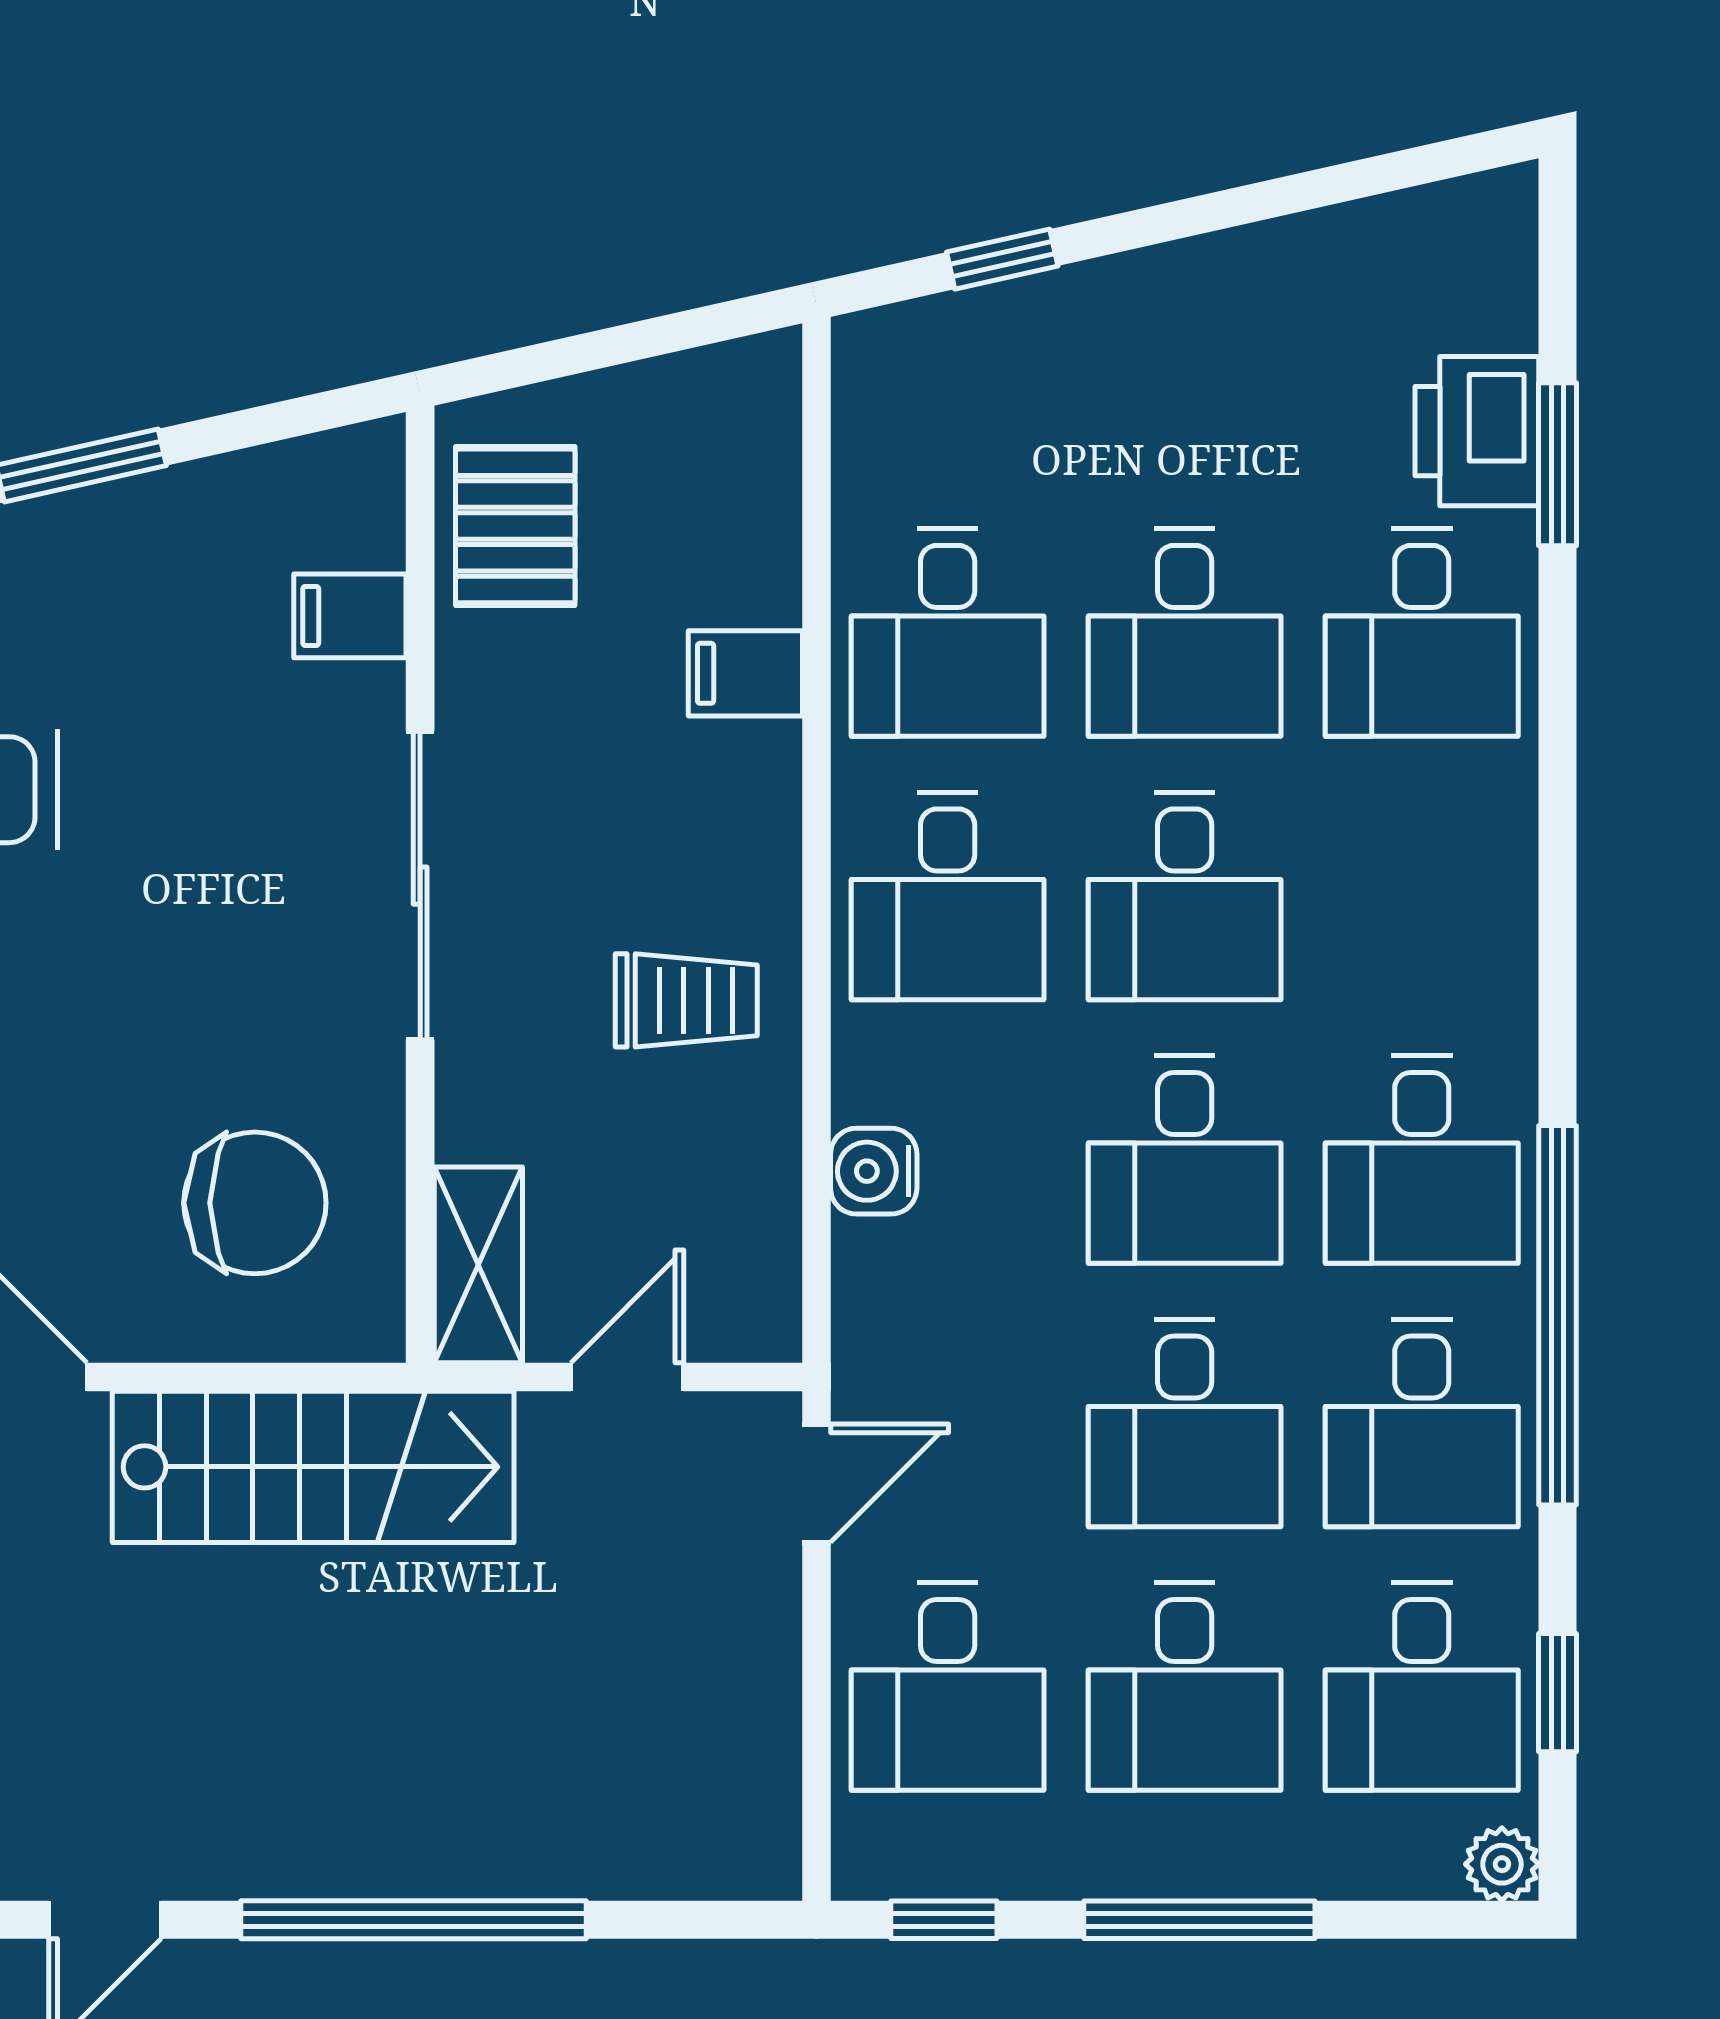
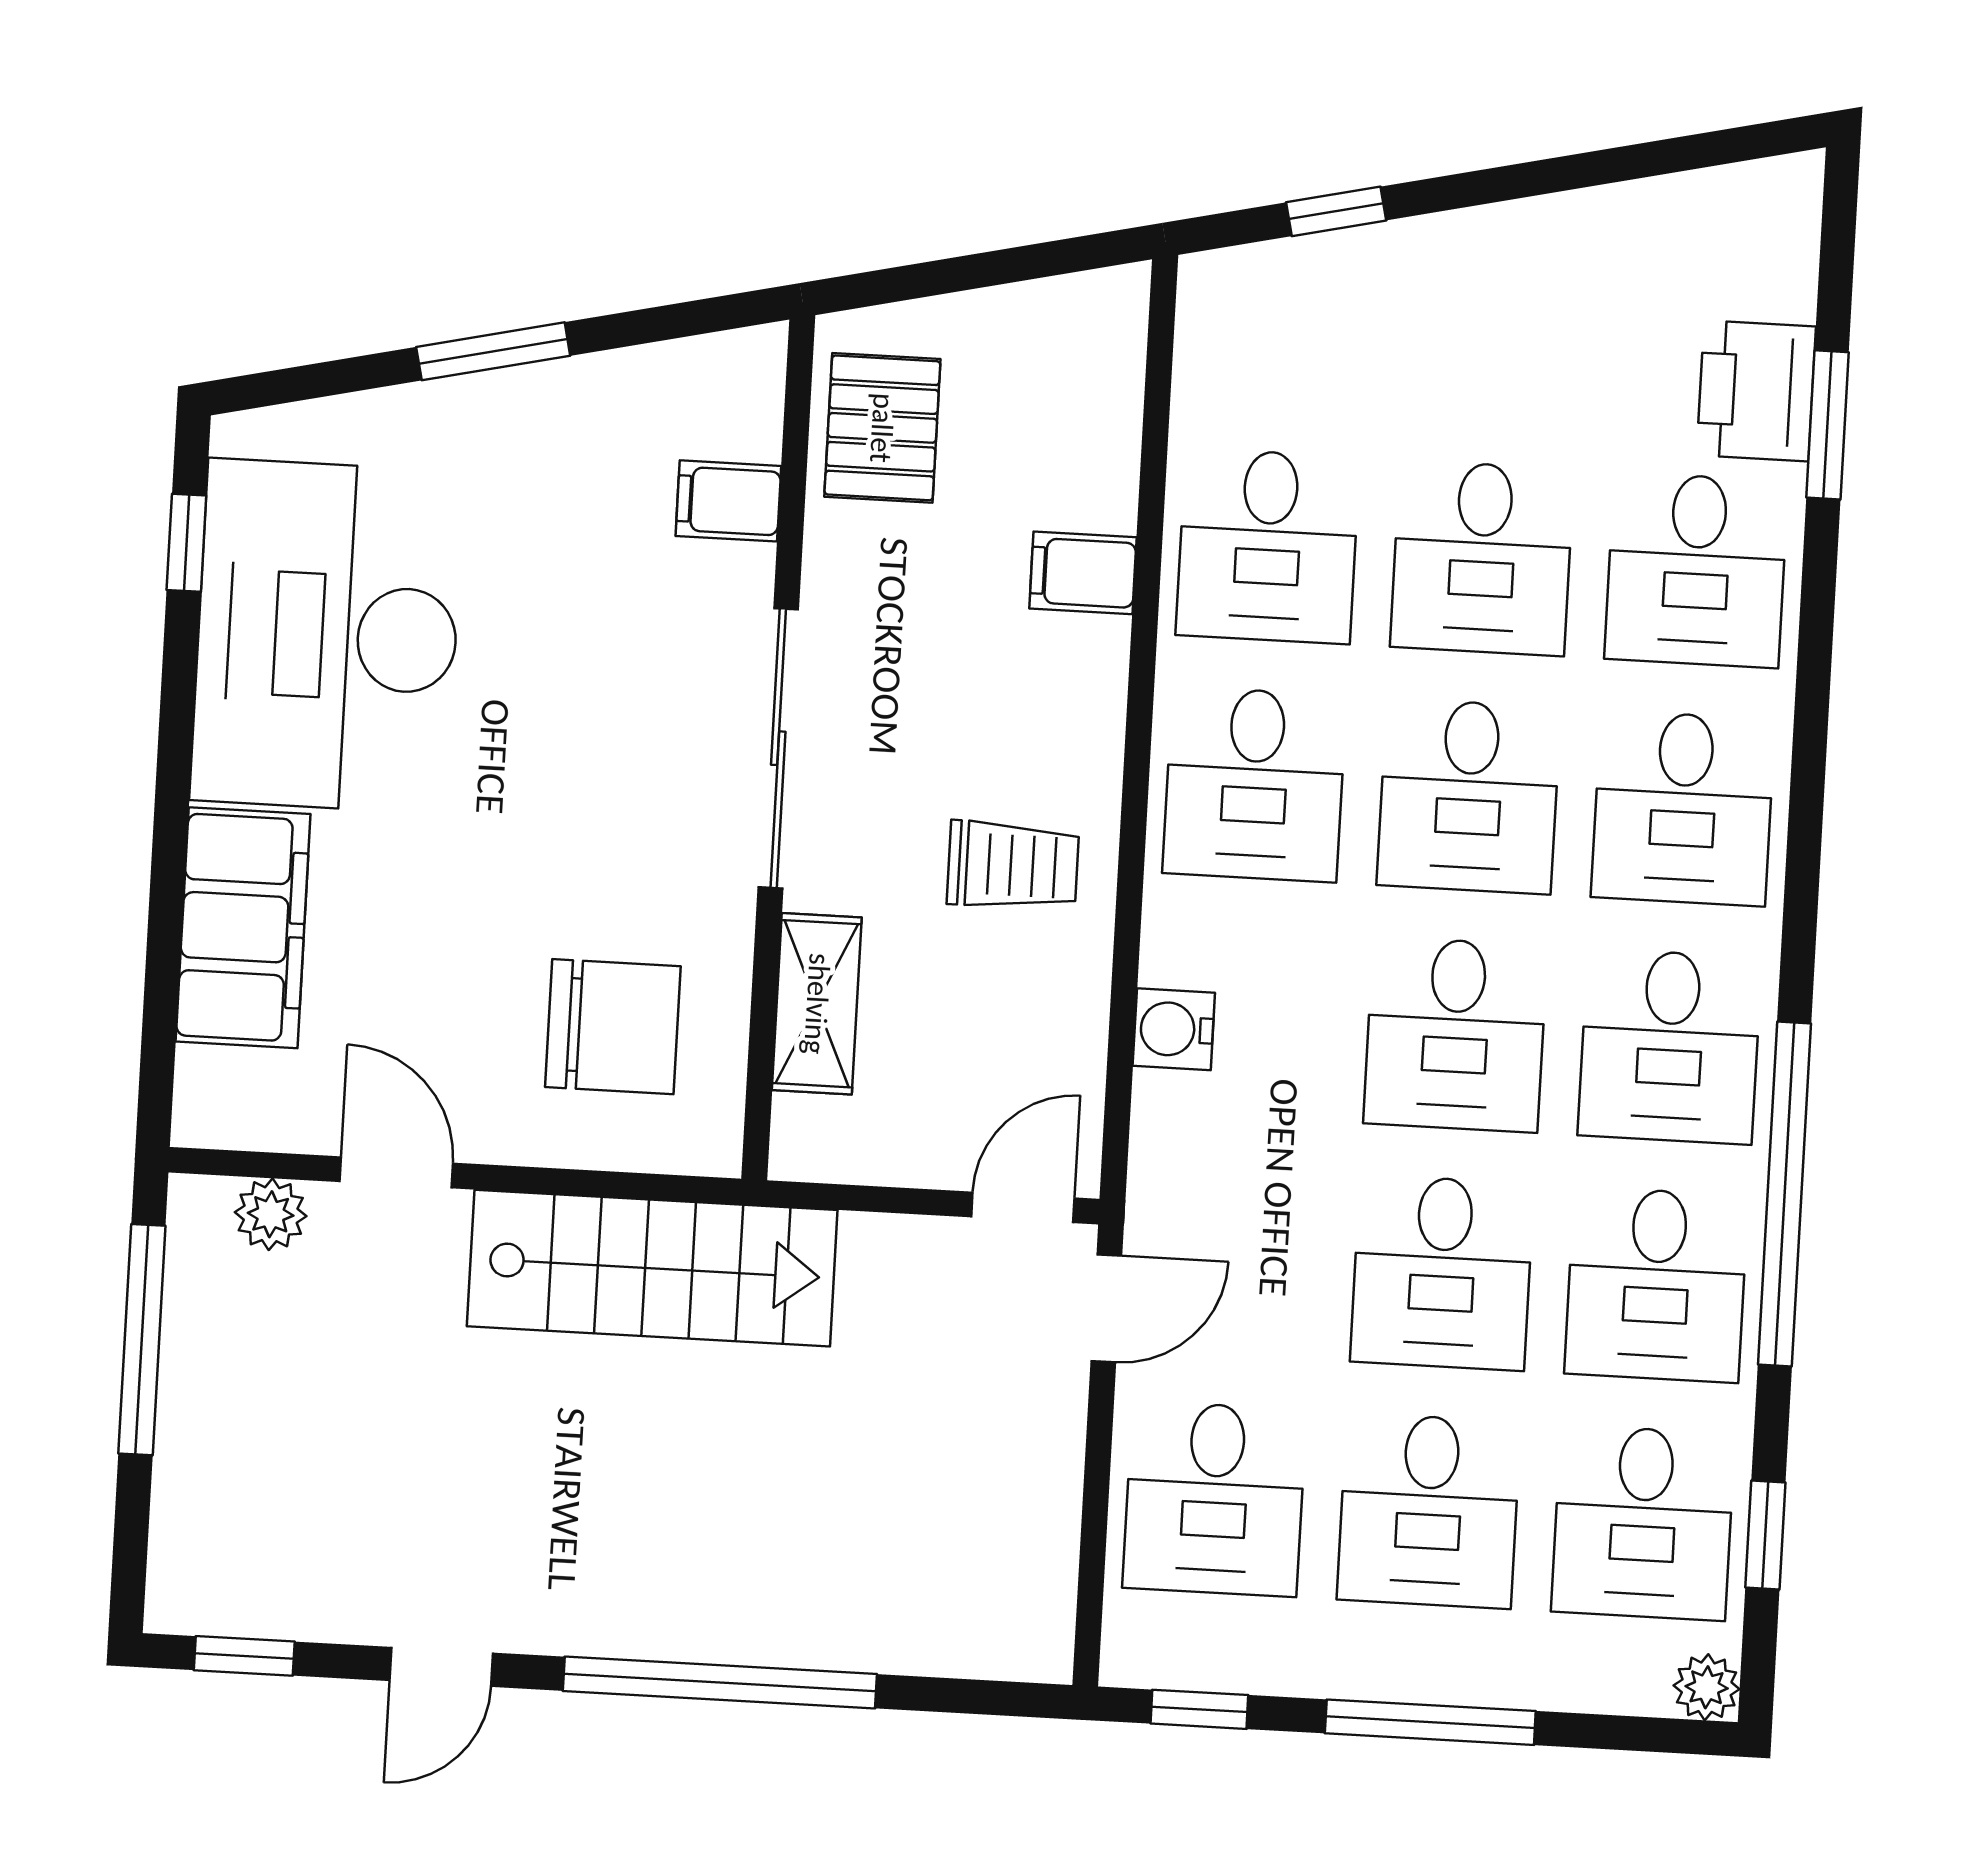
desk: (1422, 896) -> (1683, 808), added
shelving: (478, 1265) -> (817, 1004), moved
door: (627, 1377) -> (1023, 1207), moved

